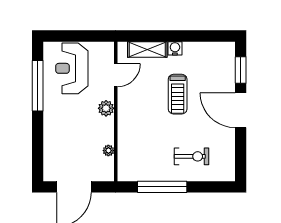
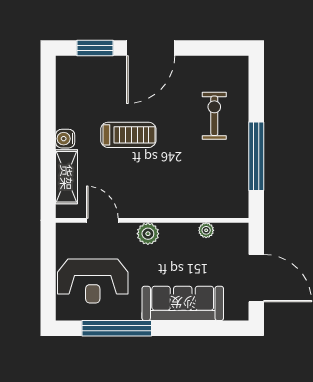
sofa: (56, 134) -> (183, 303), added

